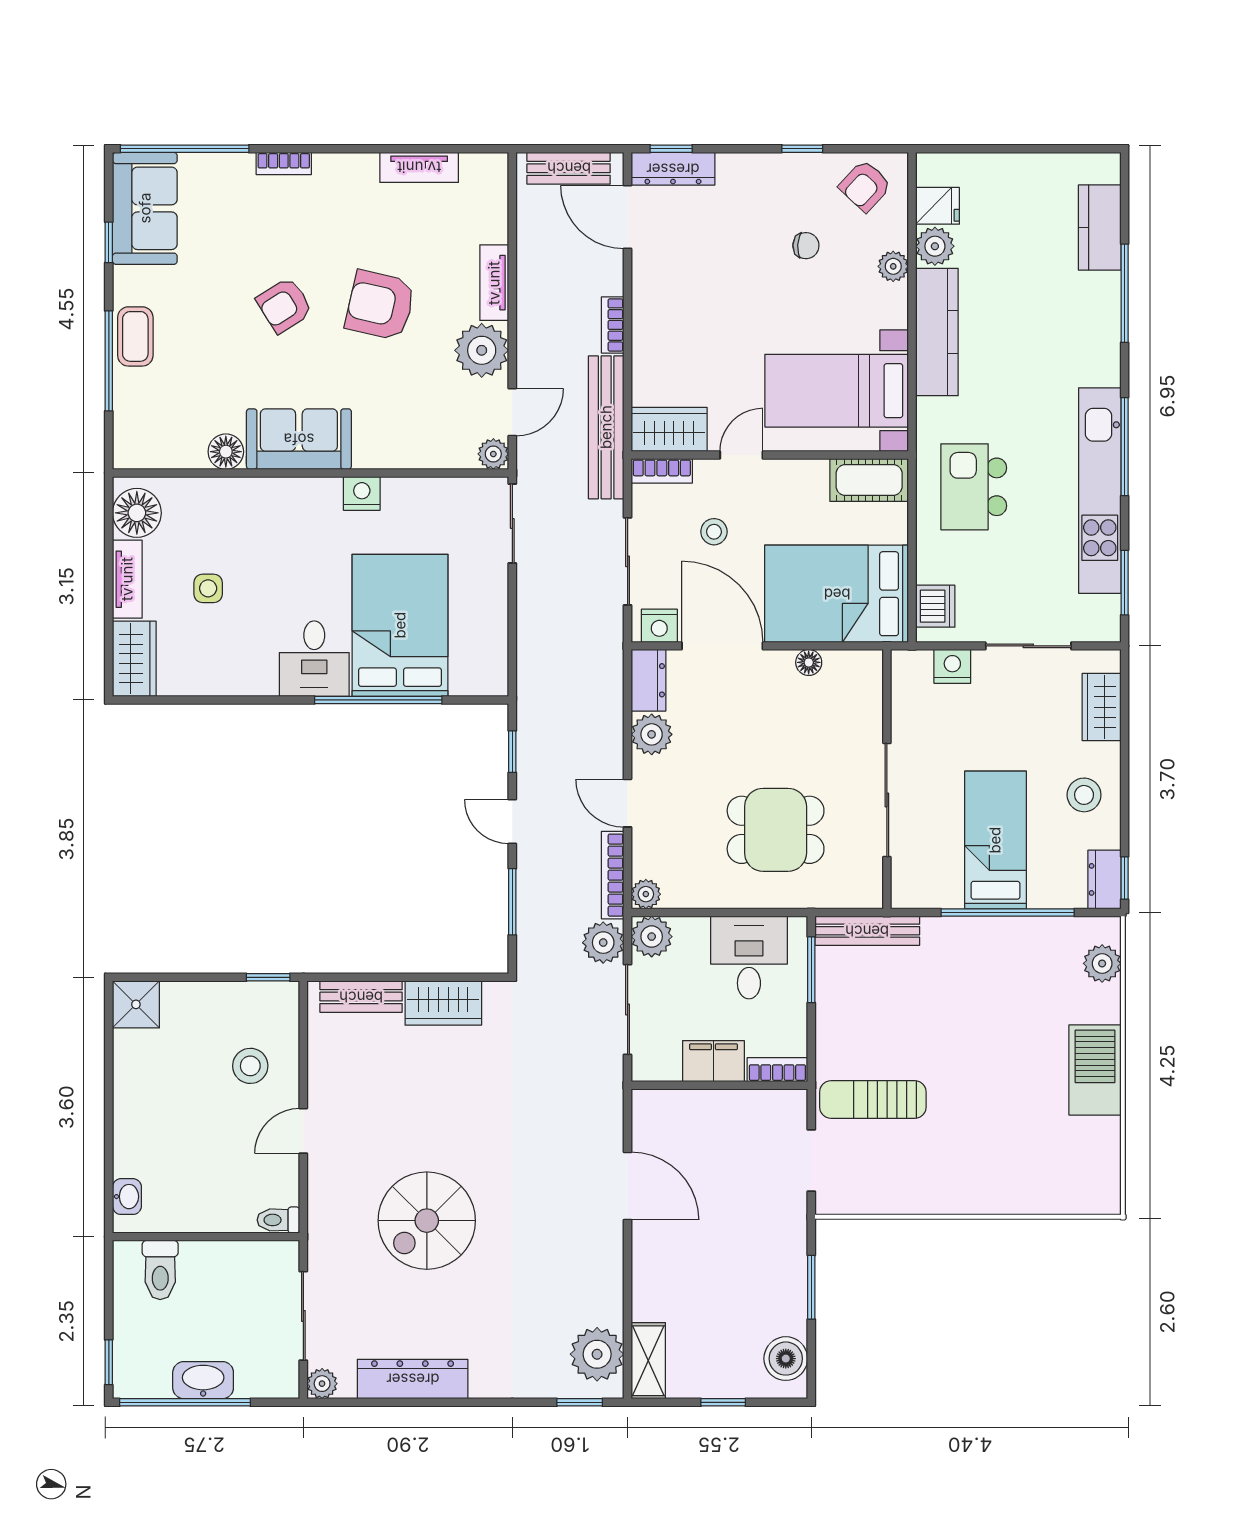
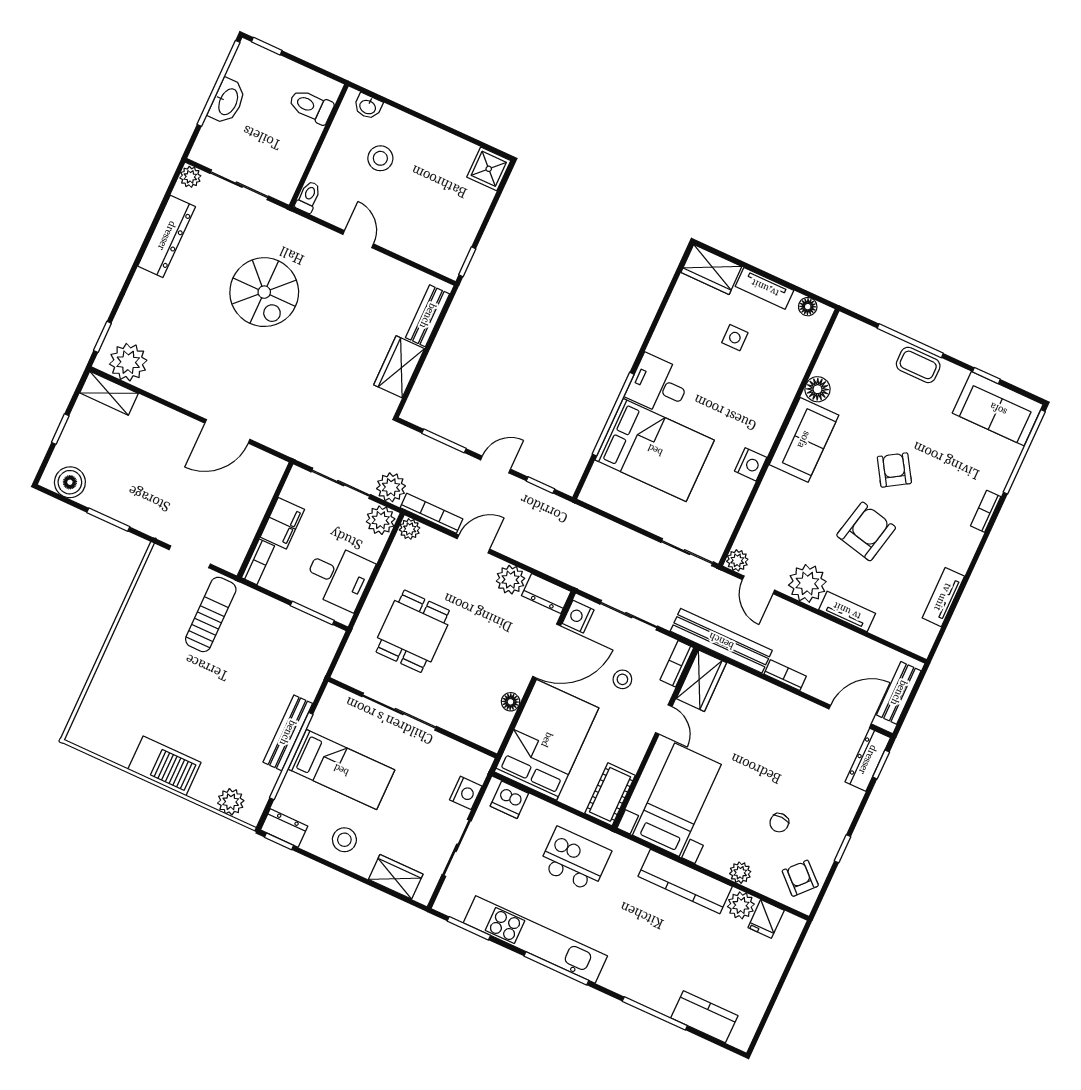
floor lamp: (137, 513) -> (808, 307), width x0.53, depth x0.53
bench: (867, 931) -> (288, 733), moved
stool: (250, 1066) -> (380, 158), moved
spiral stairs: (427, 1221) -> (264, 292), turned 180

